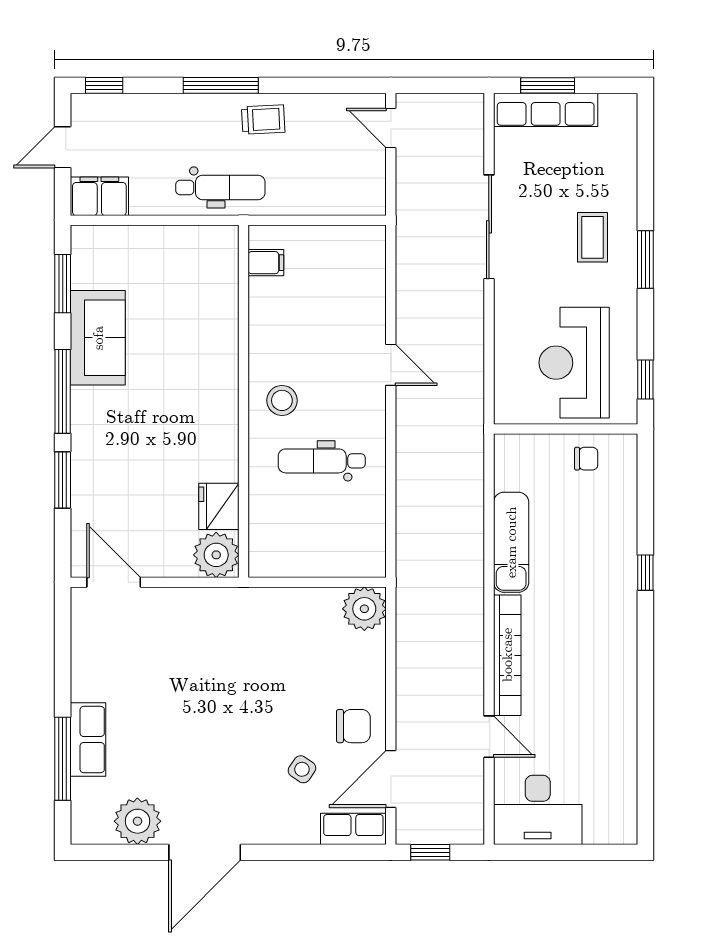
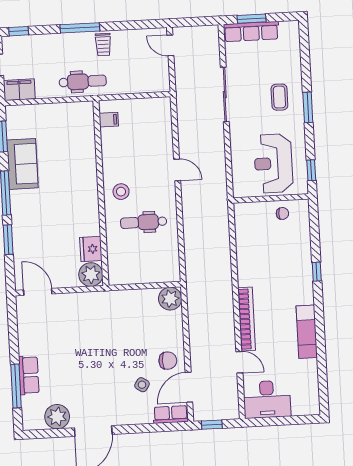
trolley: (263, 120) -> (103, 45), turned 93
exam couch: (511, 542) -> (307, 332), moved, turned 180

